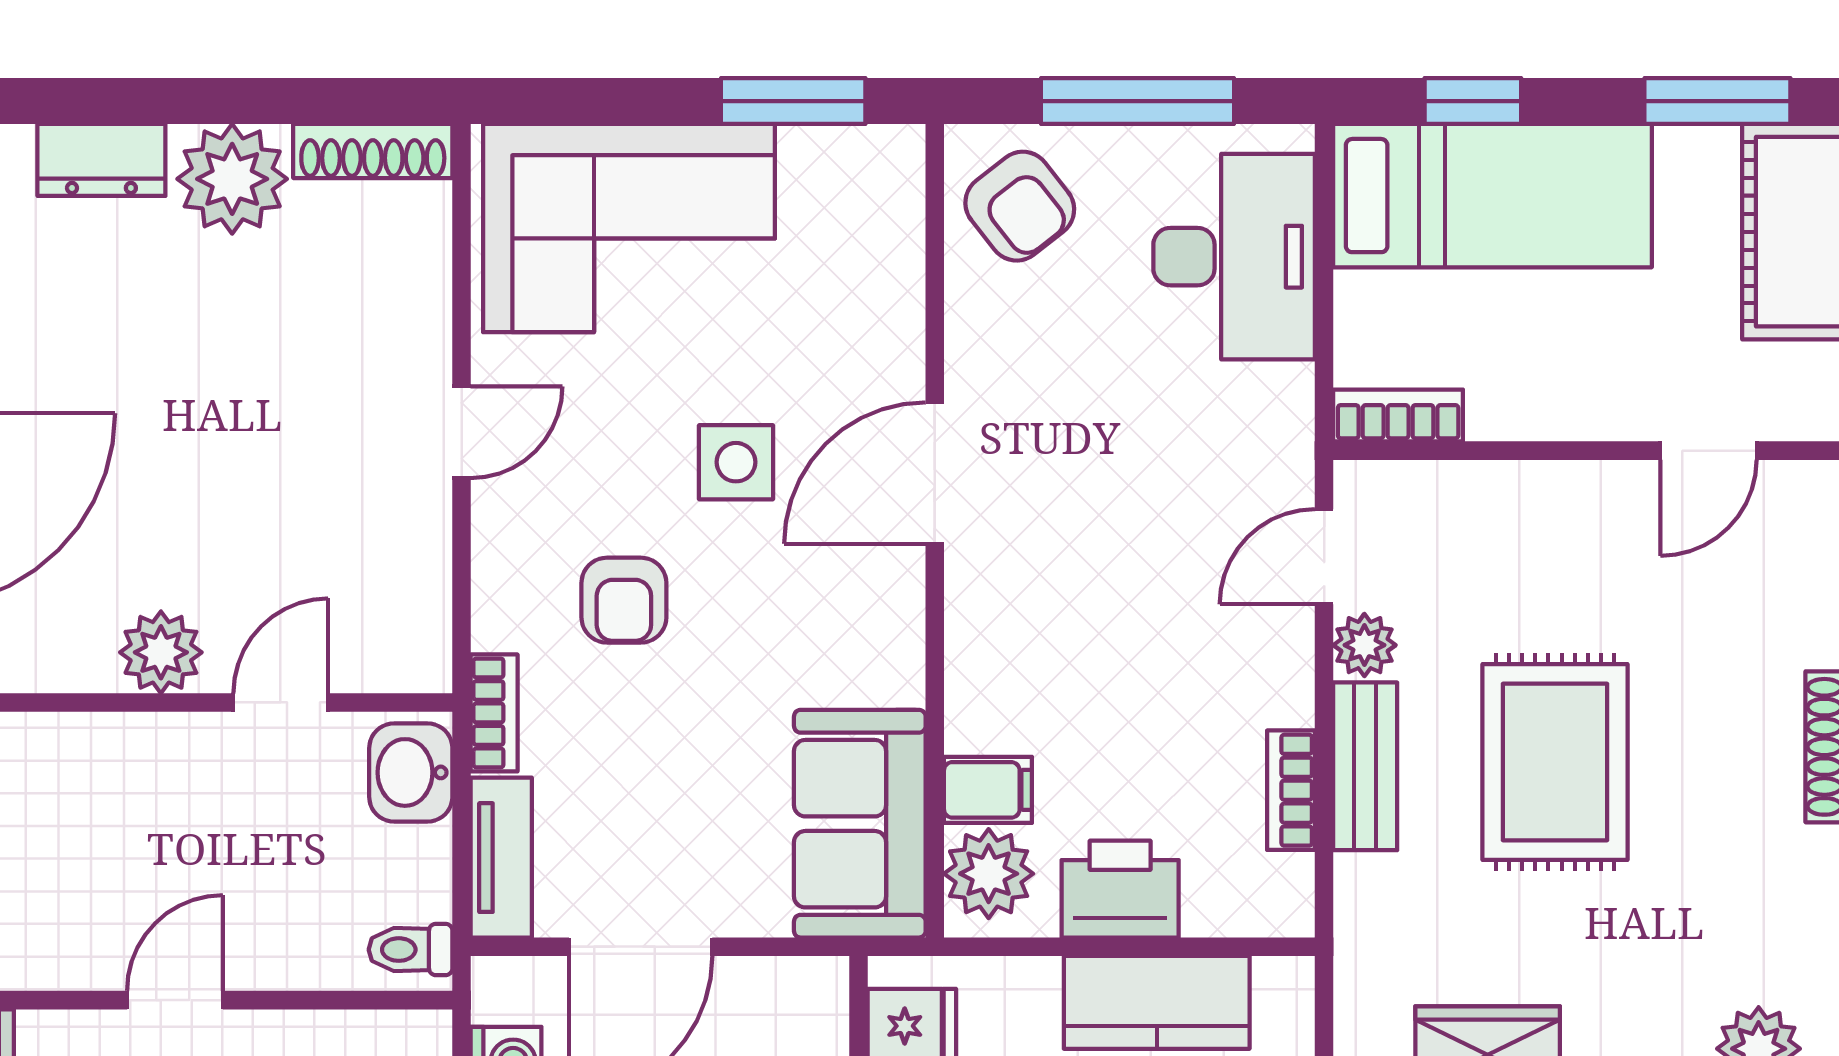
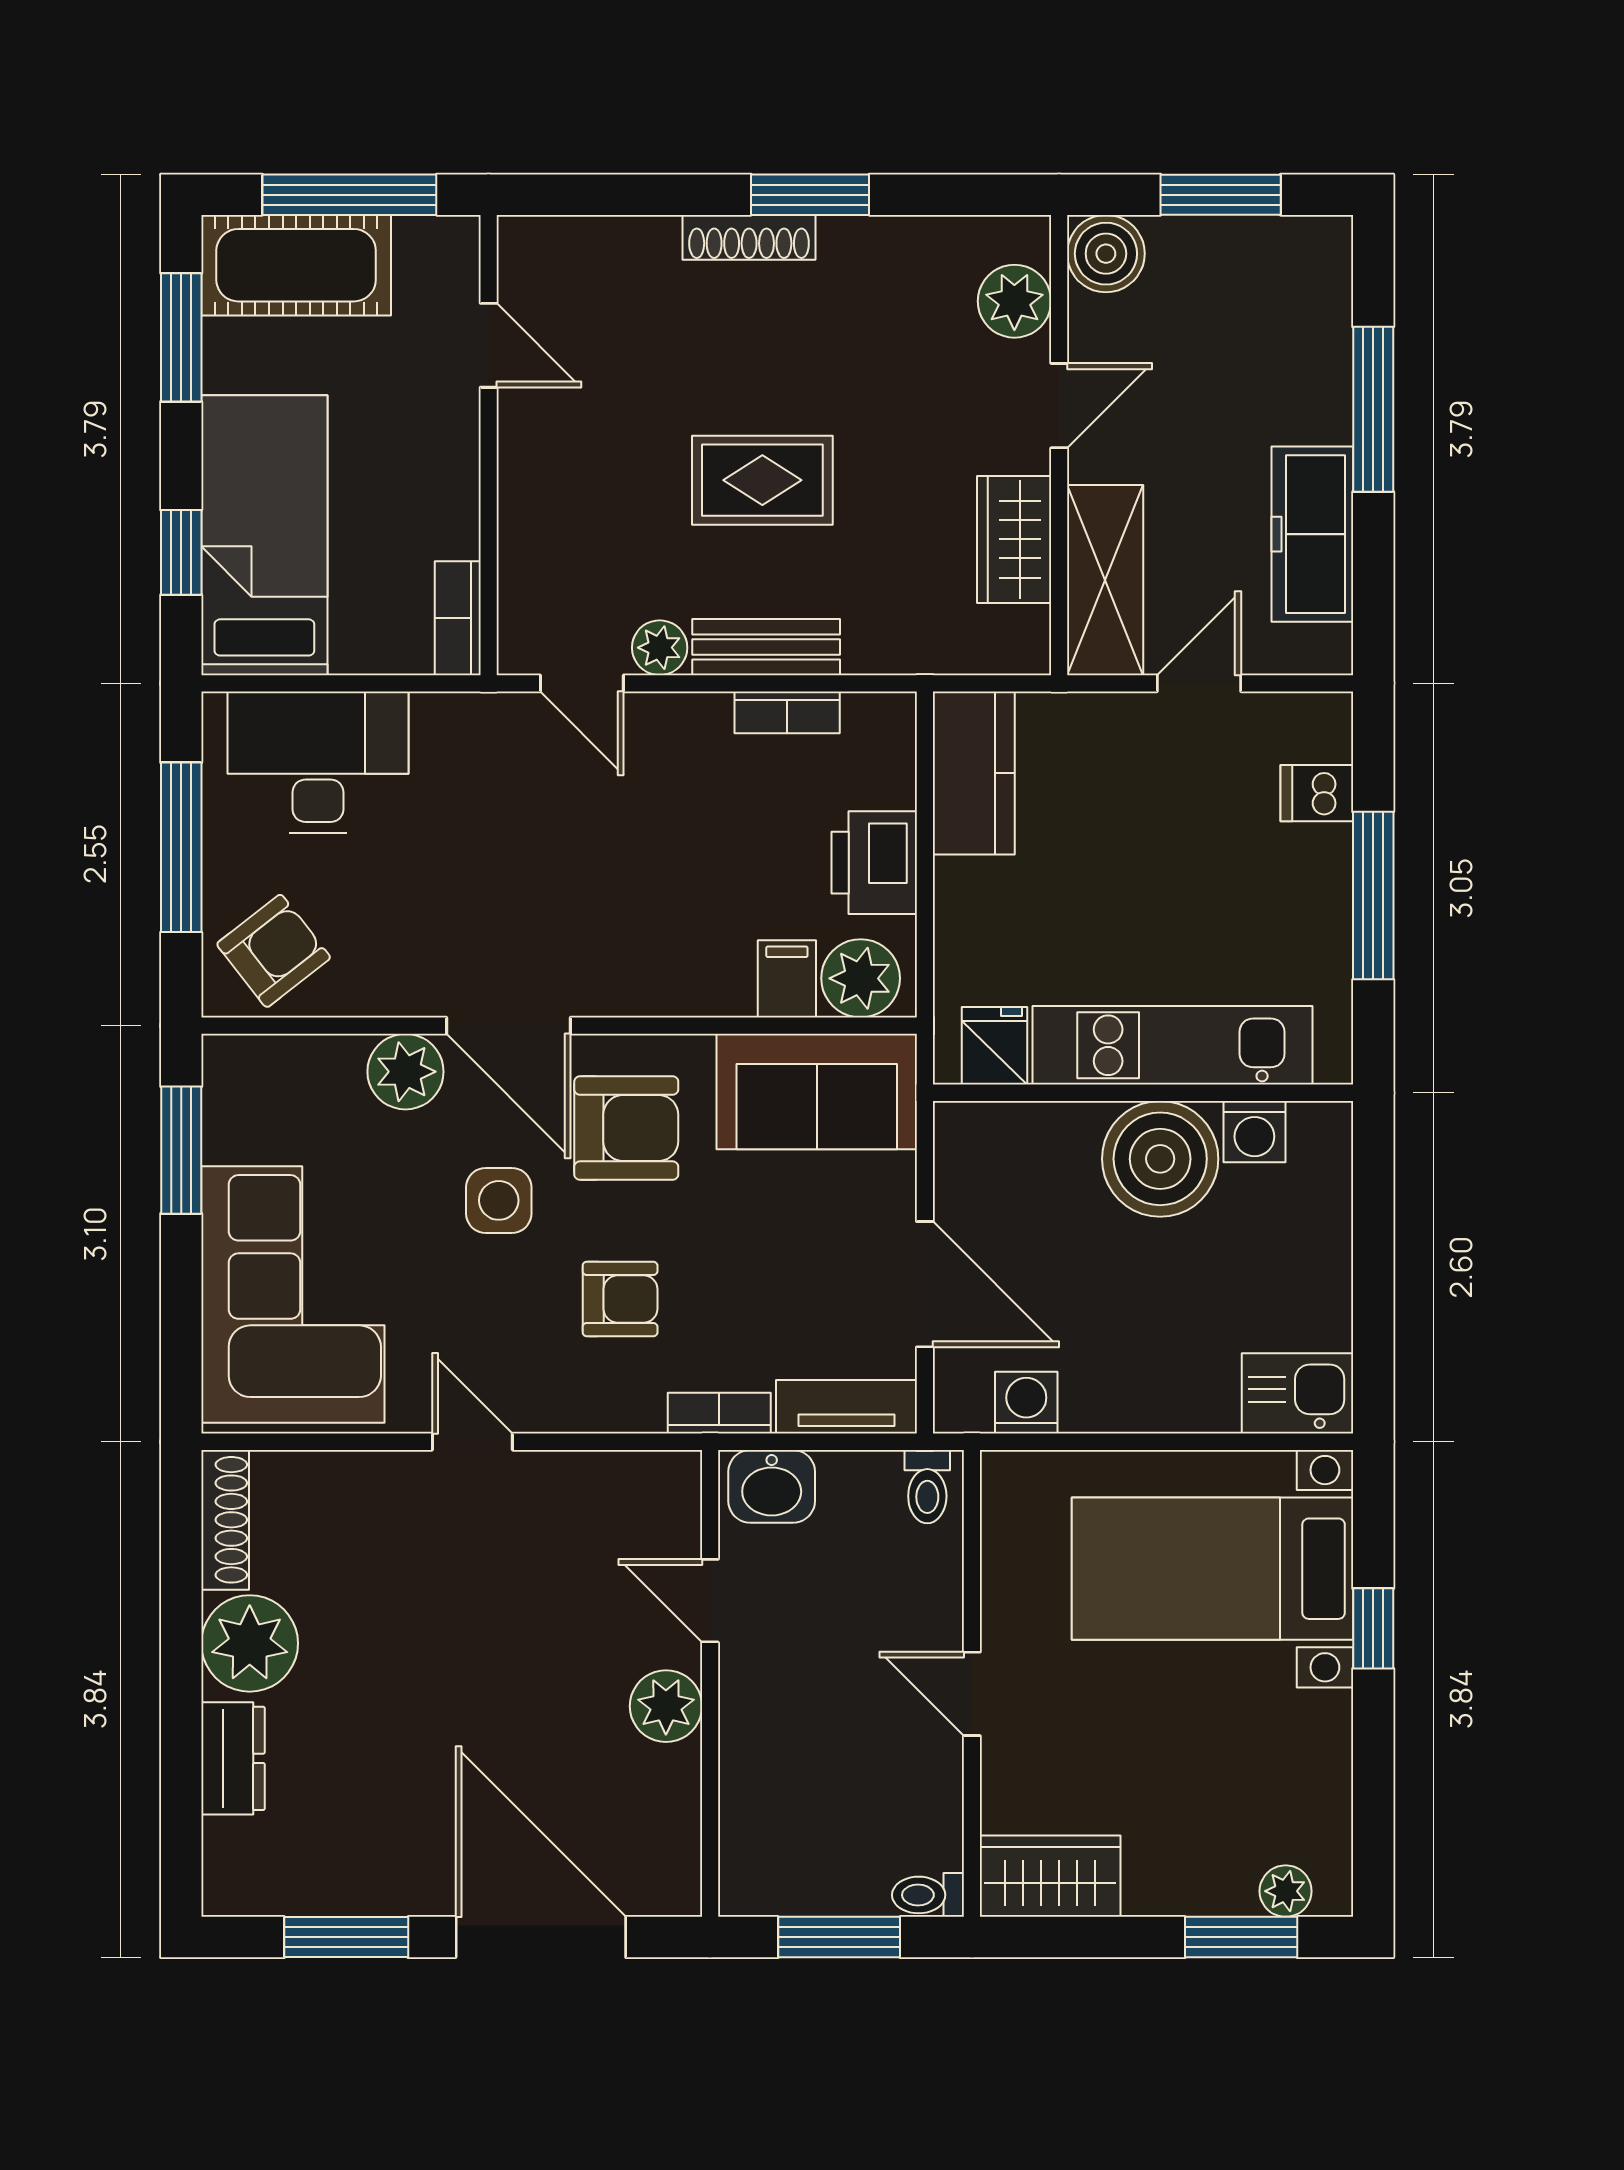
plant: (882, 356) -> (405, 1072), added
armchair: (818, 607) -> (626, 1128), added
rug: (1555, 762) -> (762, 480), width x0.73, depth x0.70
kitchen counter: (1157, 1002) -> (974, 773), moved

